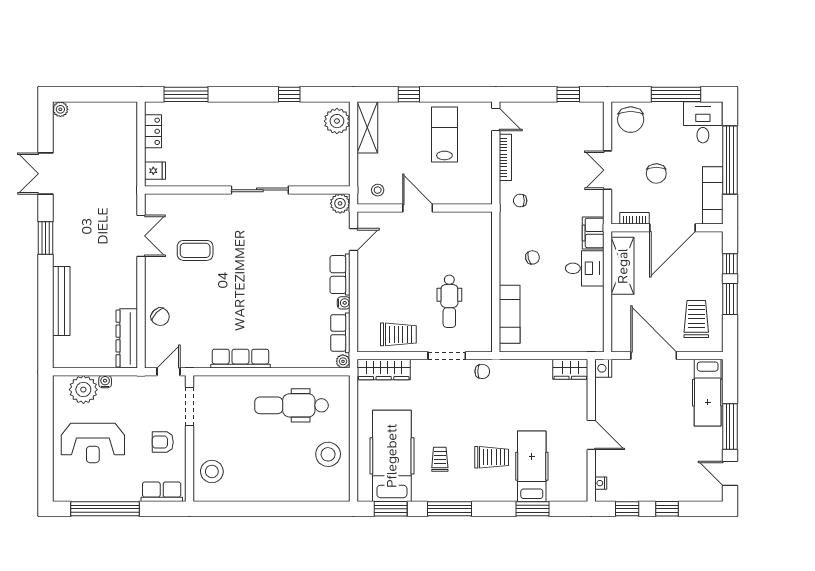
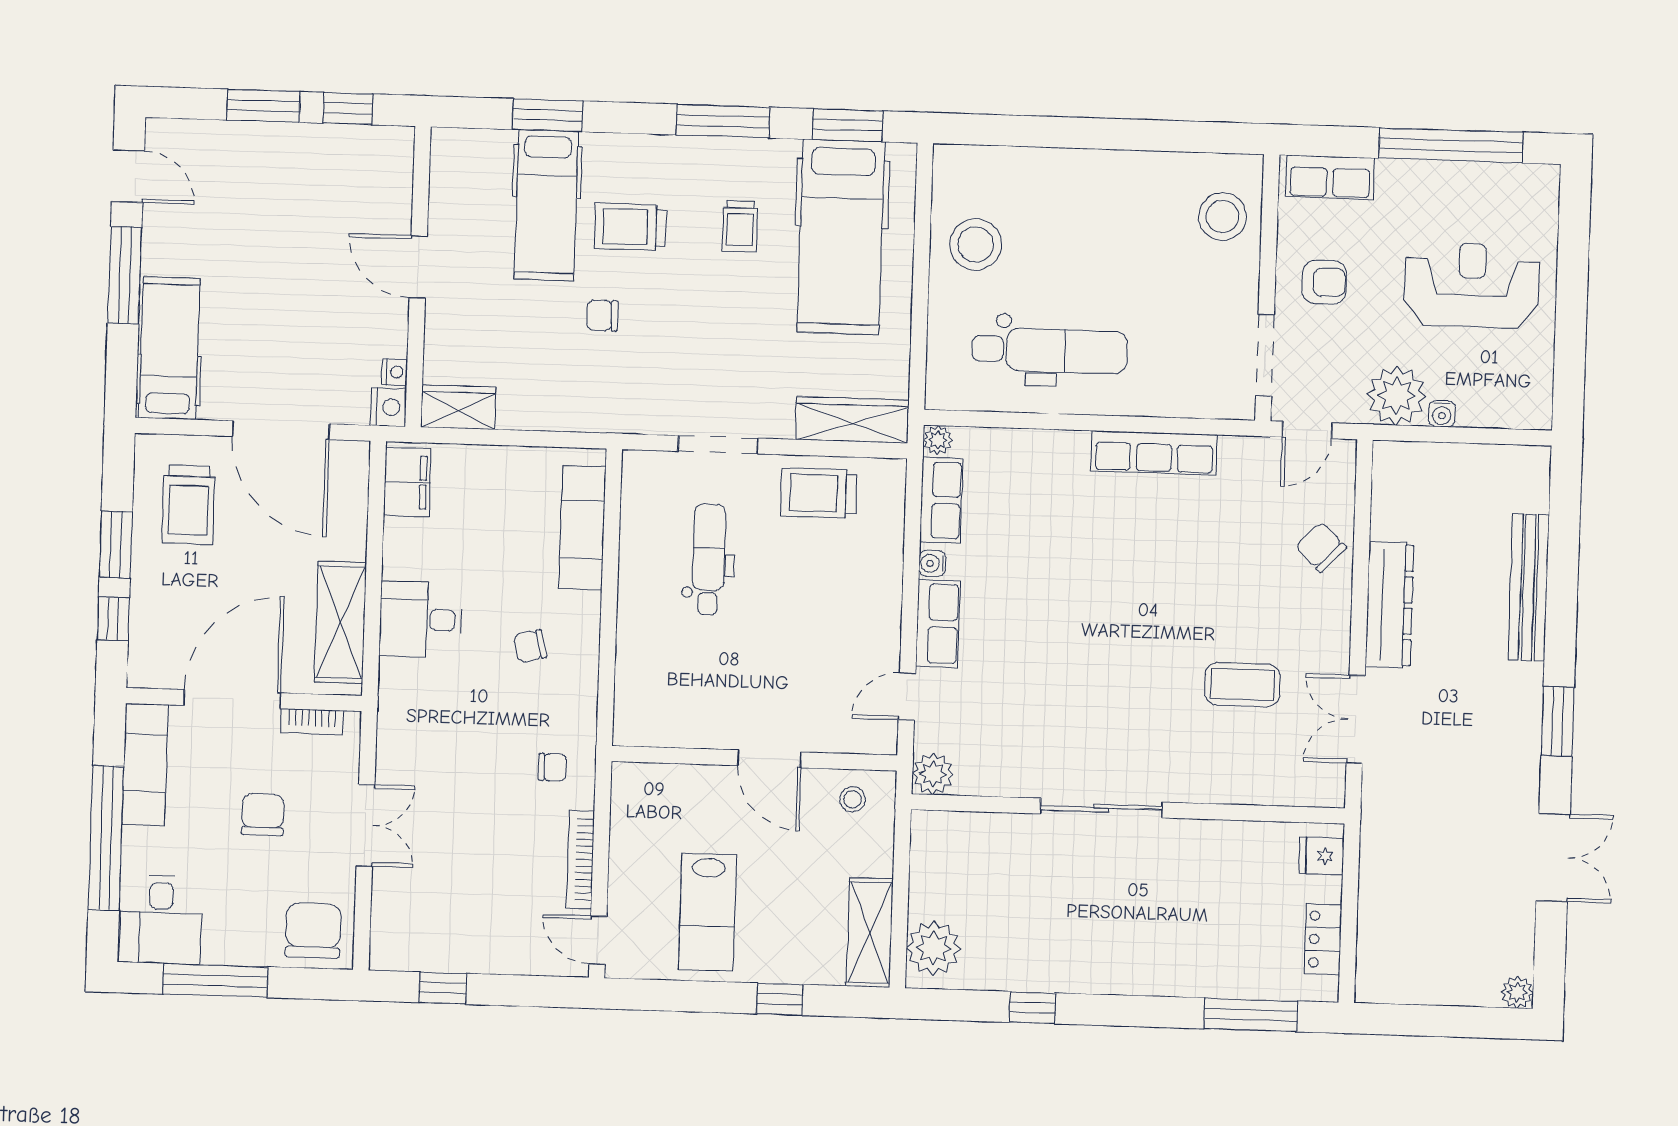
filing cabinet: (593, 233) -> (407, 482), moved
dresser: (127, 338) -> (1390, 605), moved
chair: (482, 371) -> (602, 315), moved
plant: (83, 390) -> (1396, 396), moved
nightstand: (601, 483) -> (395, 372), moved
window: (667, 509) -> (264, 106), width x1.50

